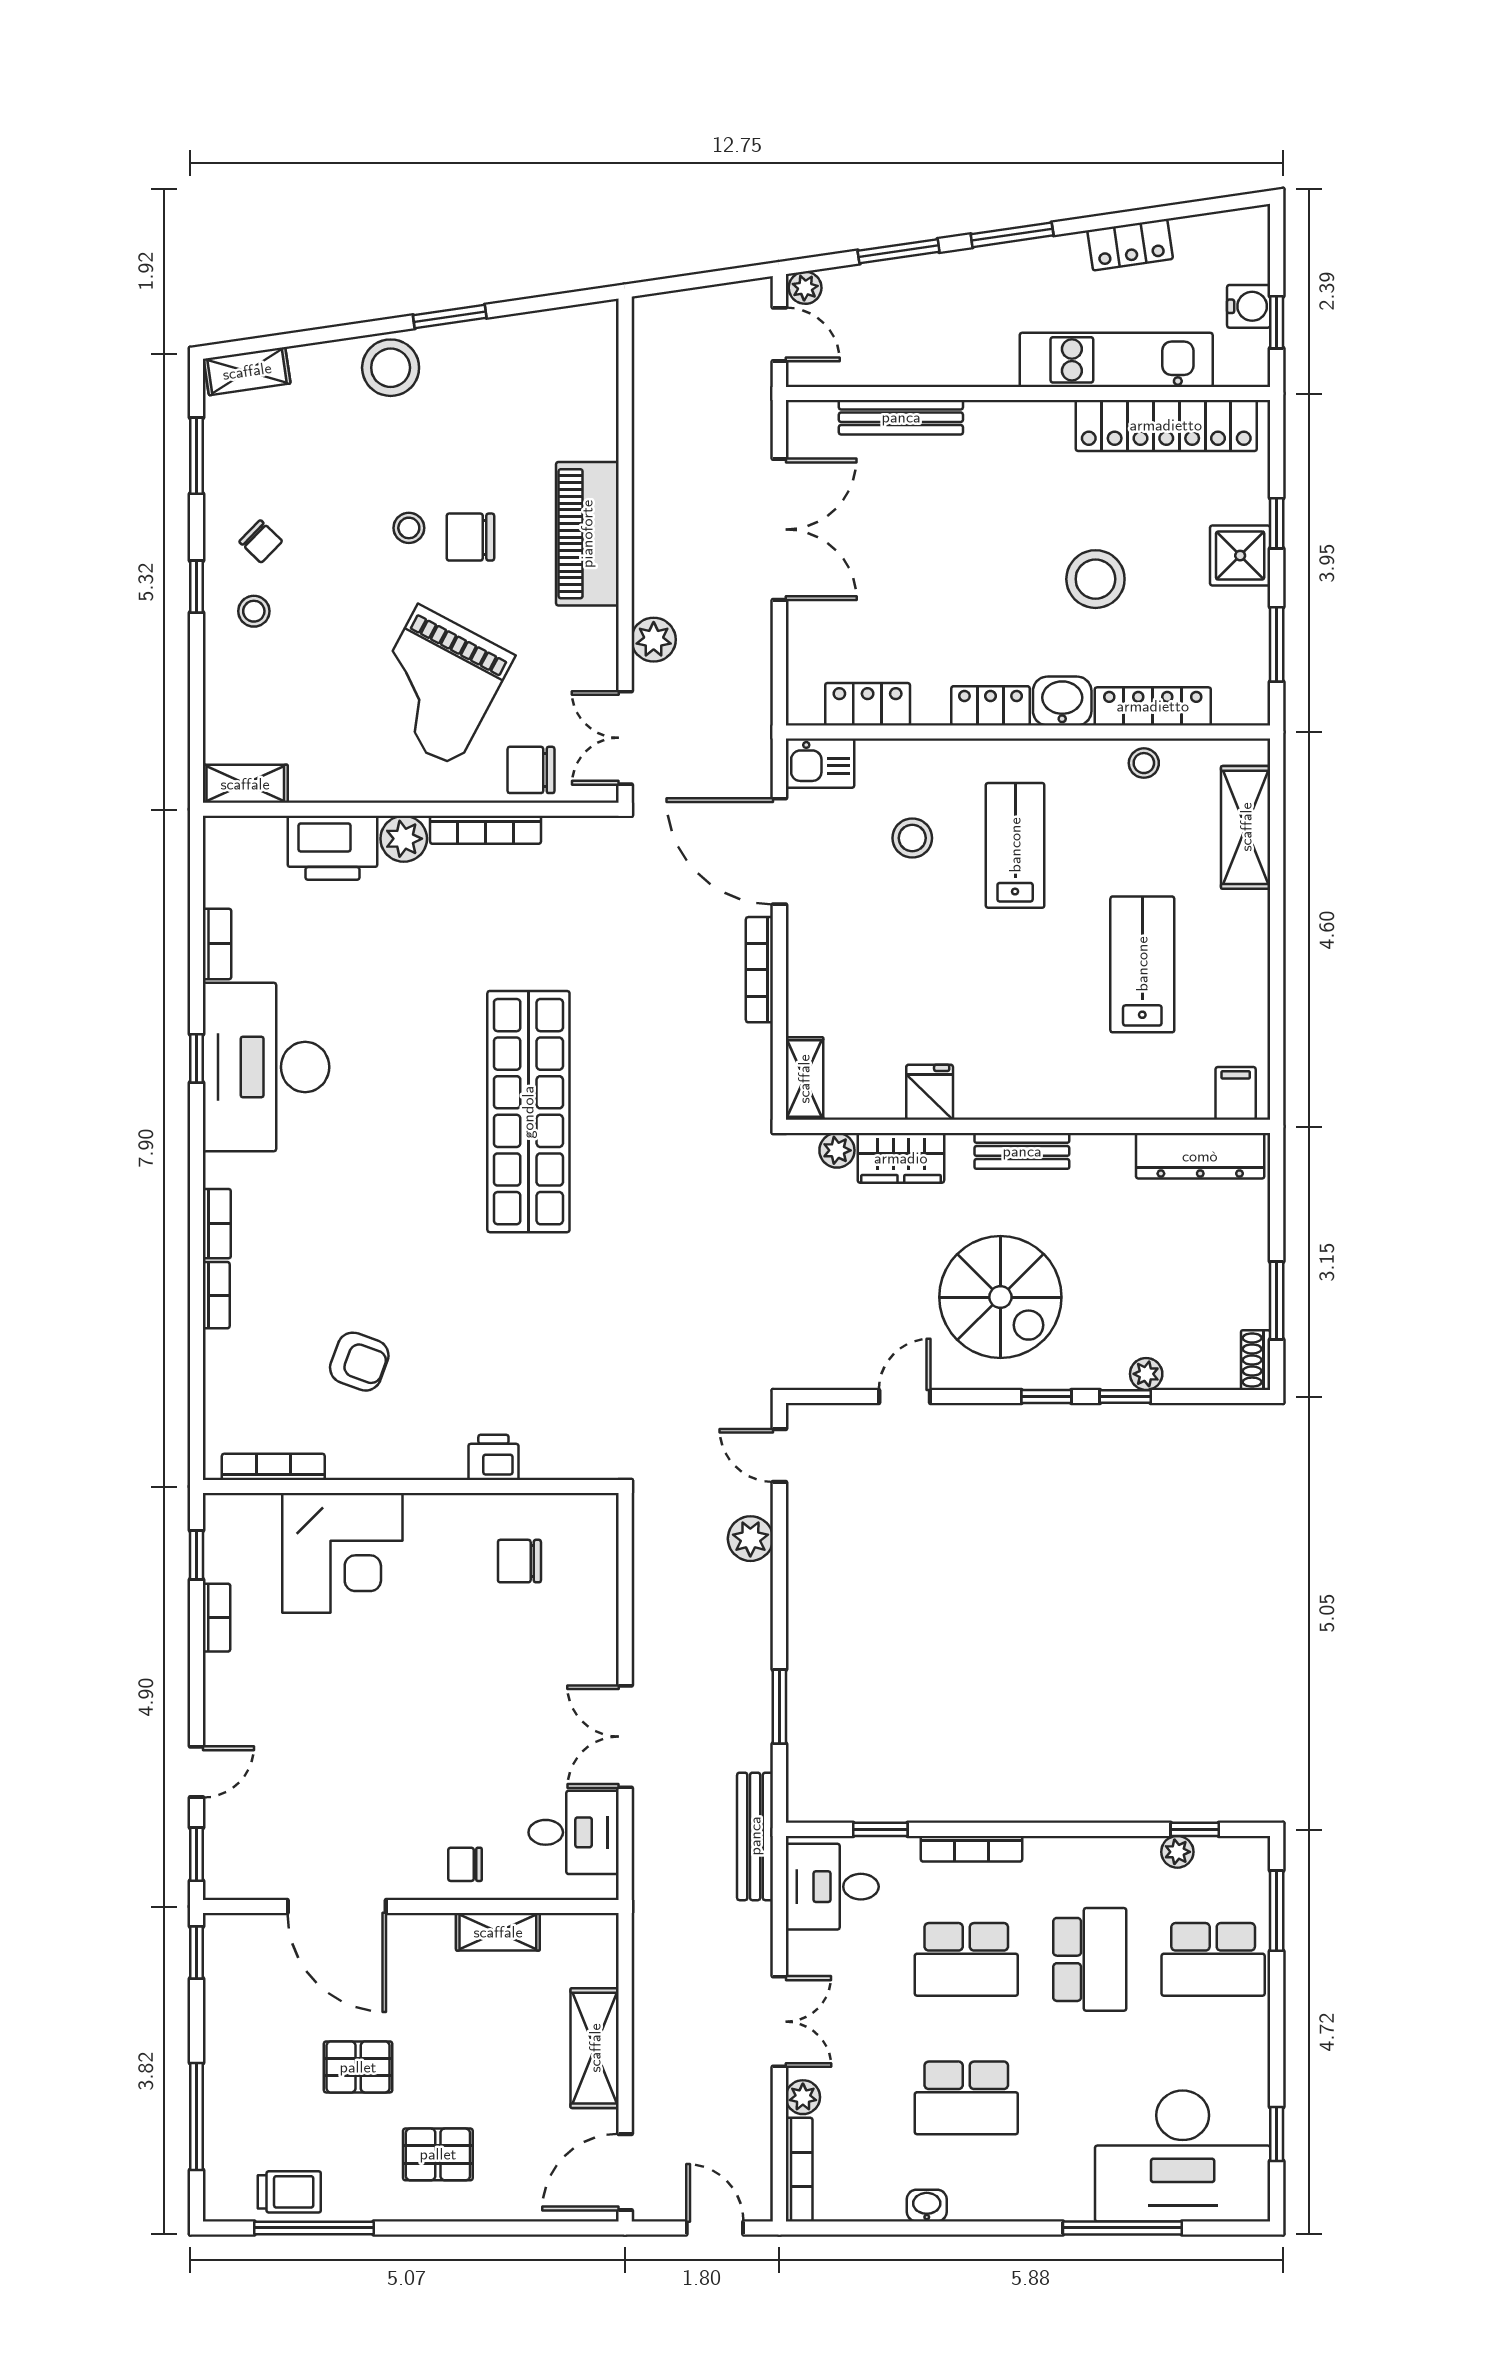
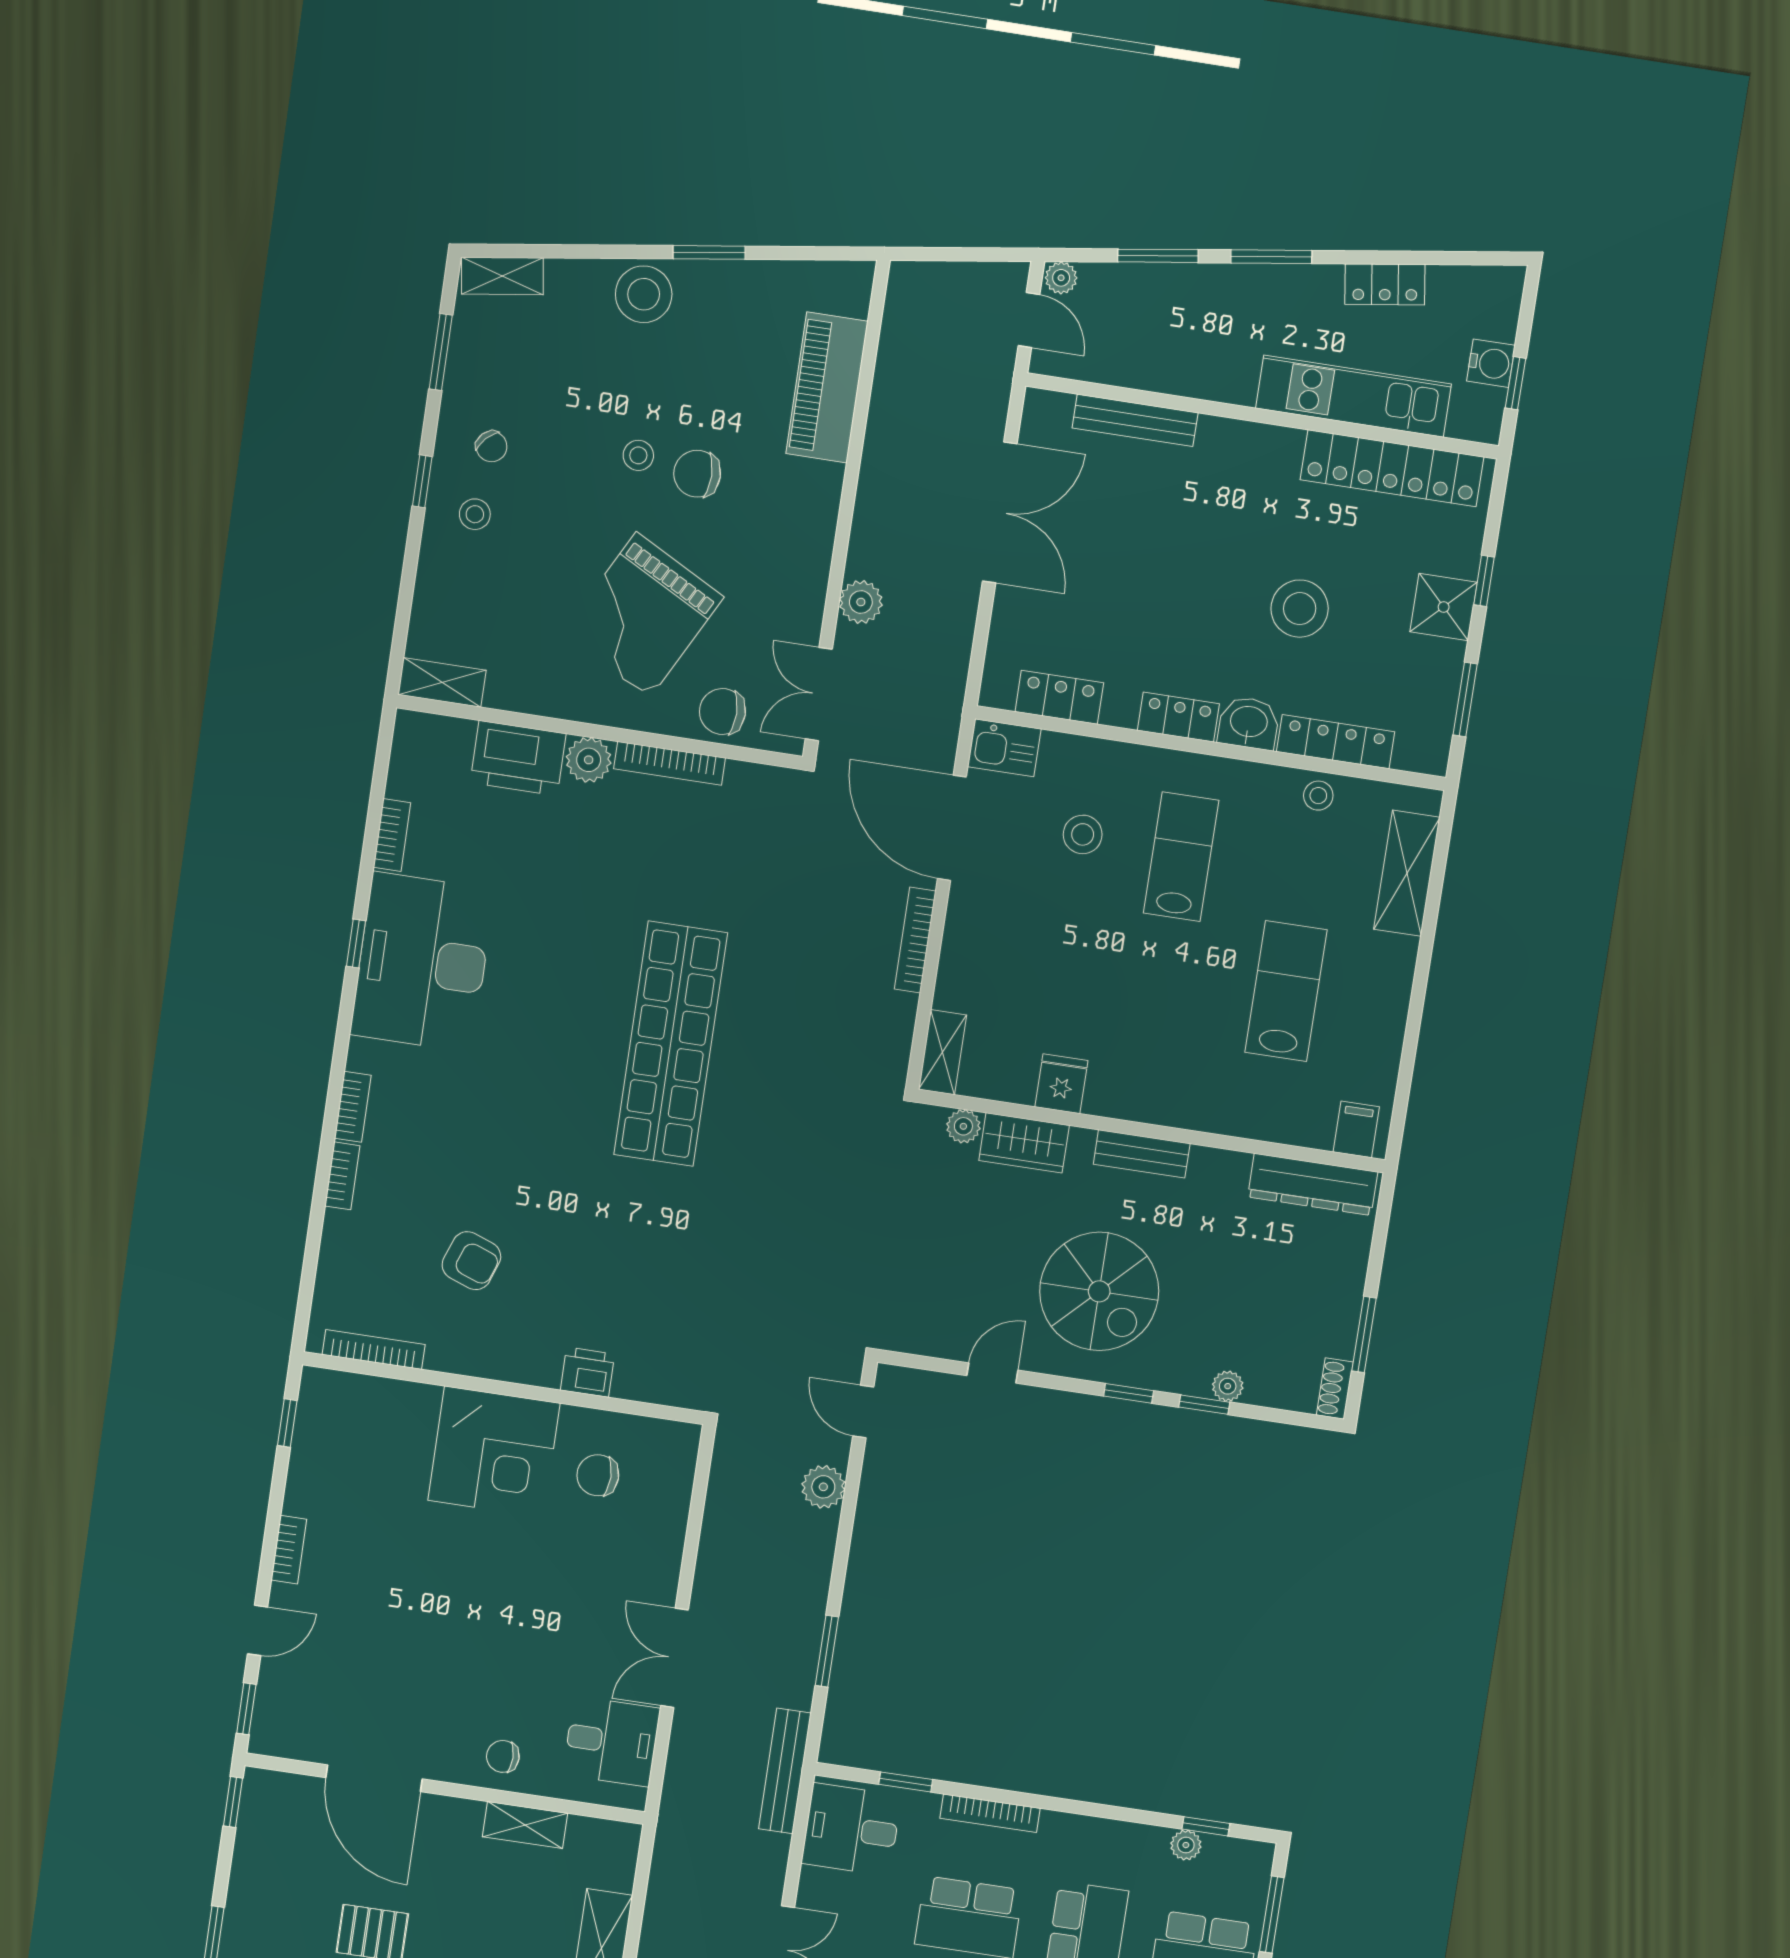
piano: (587, 534) -> (827, 387), moved
corner desk: (342, 1553) -> (494, 1452), moved
bookcase: (217, 1618) -> (289, 1550), moved

